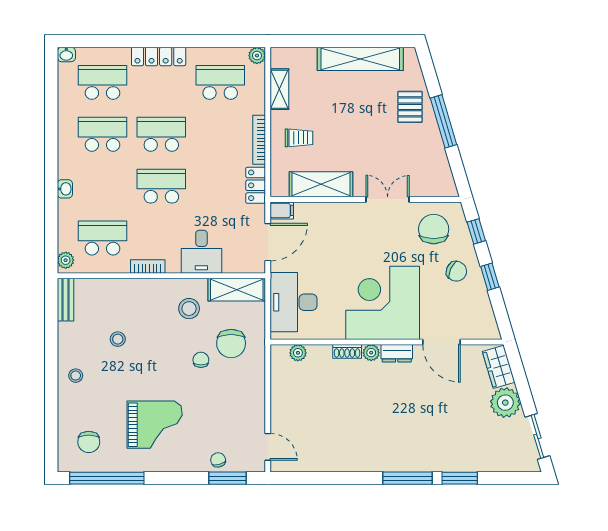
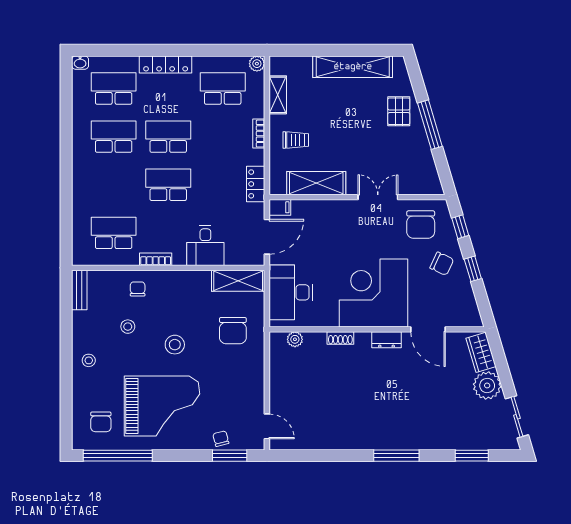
bookcase: (259, 140) -> (259, 134), width x0.64
washbasin: (65, 189) -> (79, 187), removed
chair: (434, 229) -> (421, 225), turned 180
plant: (66, 260) -> (79, 253), removed
stool: (189, 309) -> (175, 345), moved
plant: (371, 353) -> (363, 339), removed
chair: (201, 360) -> (138, 289), moved
grand piano: (155, 425) -> (162, 406), width x1.37, depth x1.48
window: (460, 478) -> (472, 456), moved

